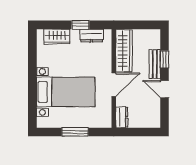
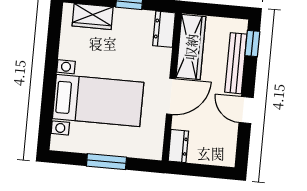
dresser: (92, 36) -> (164, 29), moved, turned 90
window: (165, 59) -> (252, 44), moved
bench: (155, 64) -> (236, 63), width x1.36

